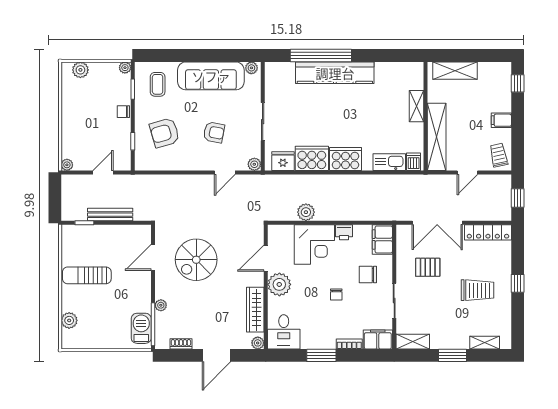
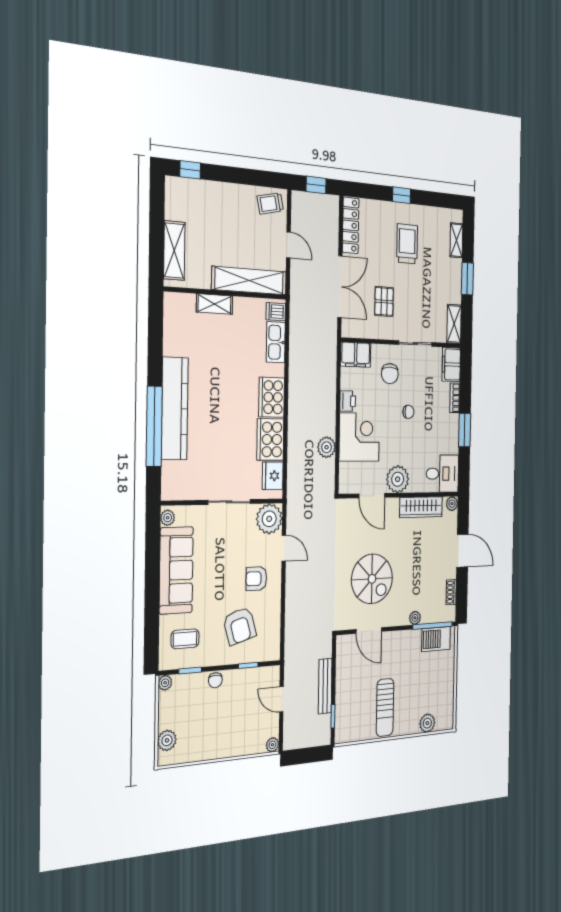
filing cabinet: (501, 120) -> (232, 196), removed
armchair: (214, 132) -> (256, 579), moved, turned -101
plant: (254, 164) -> (269, 519), width x1.88, depth x1.88

